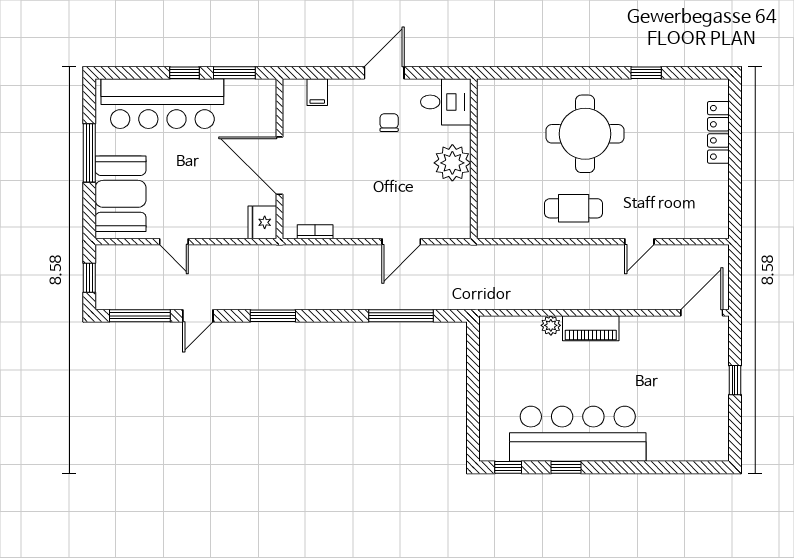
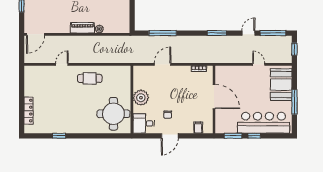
round table: (585, 134) -> (113, 114), moved
fridge: (262, 222) -> (221, 73), removed

